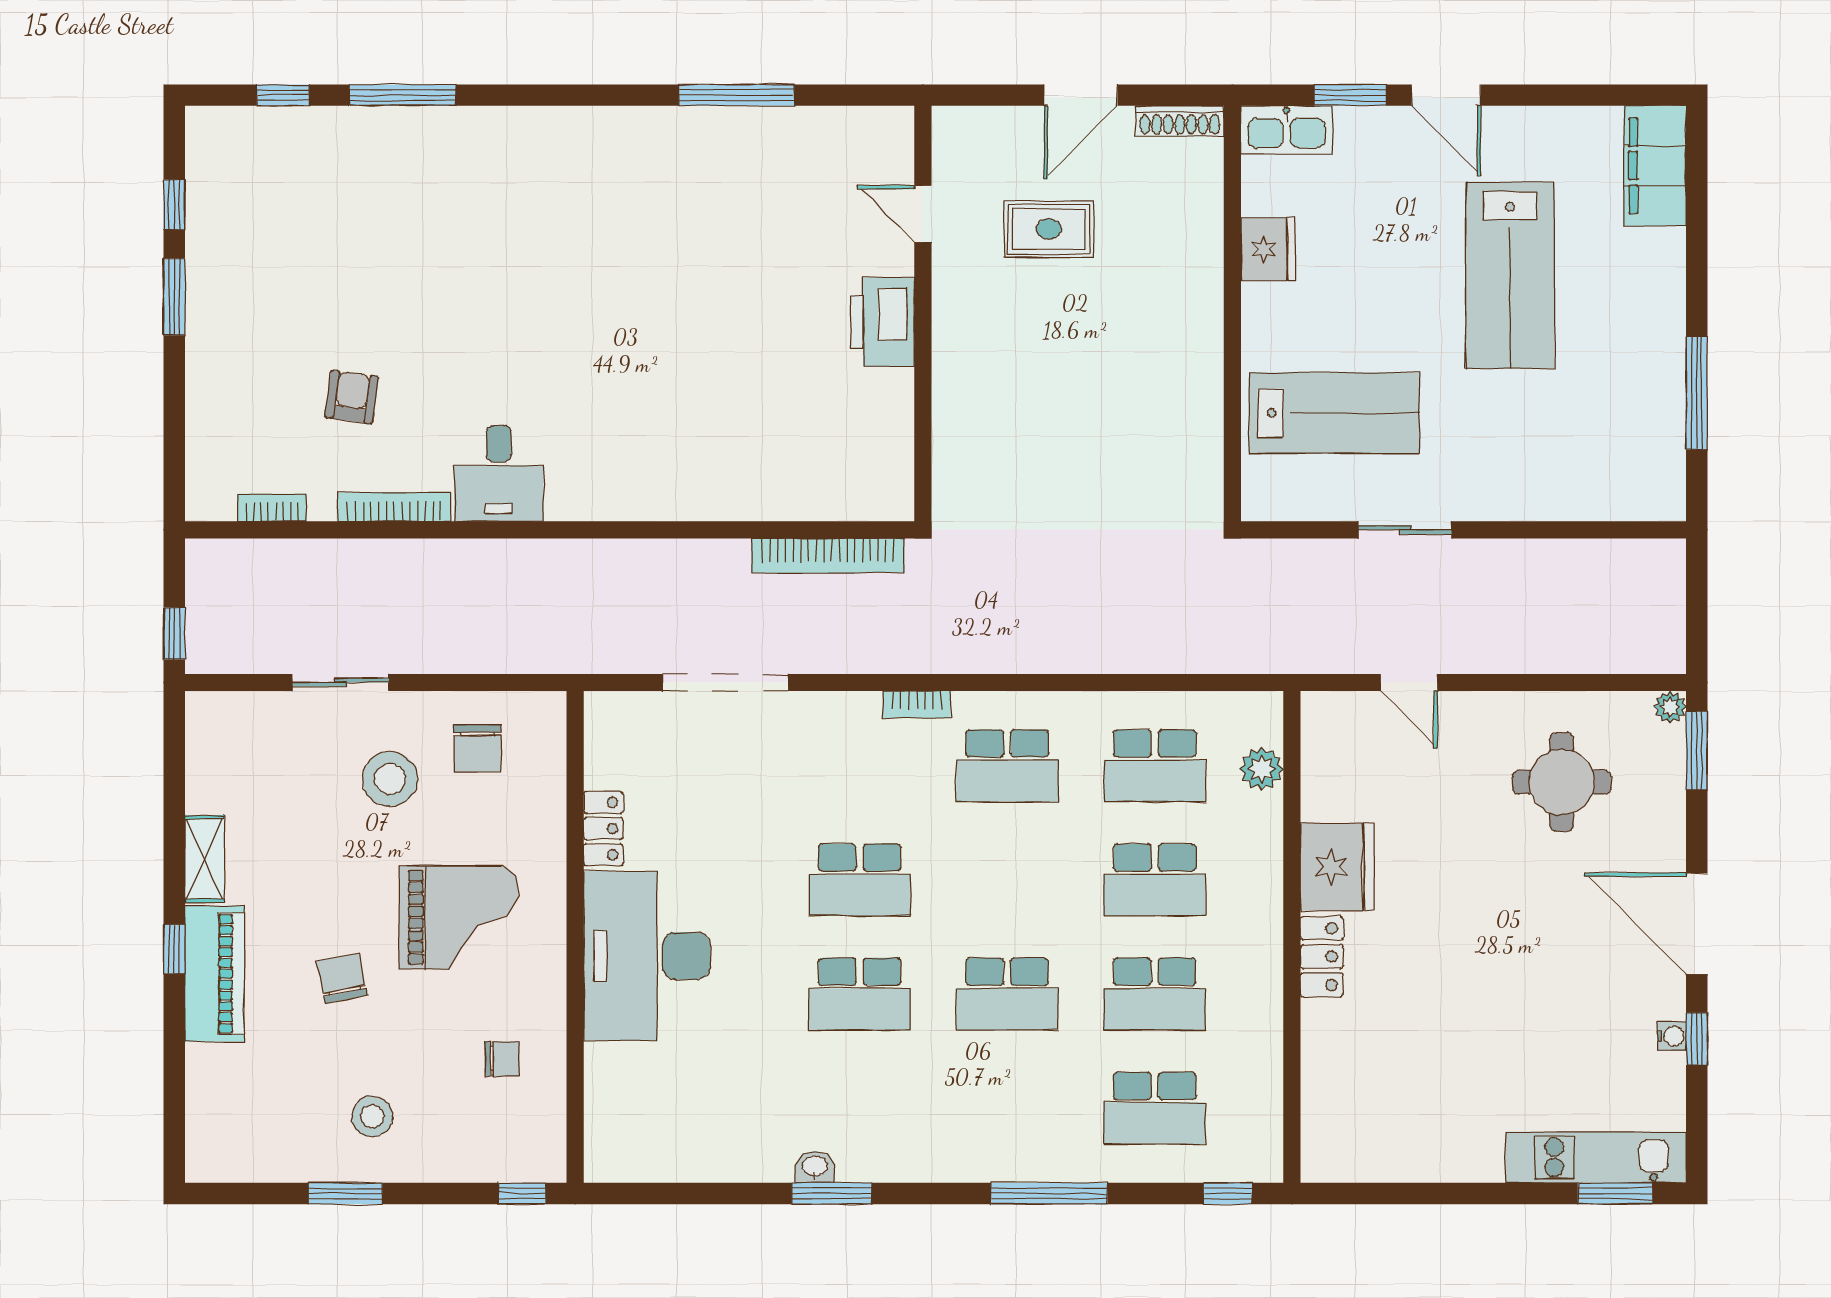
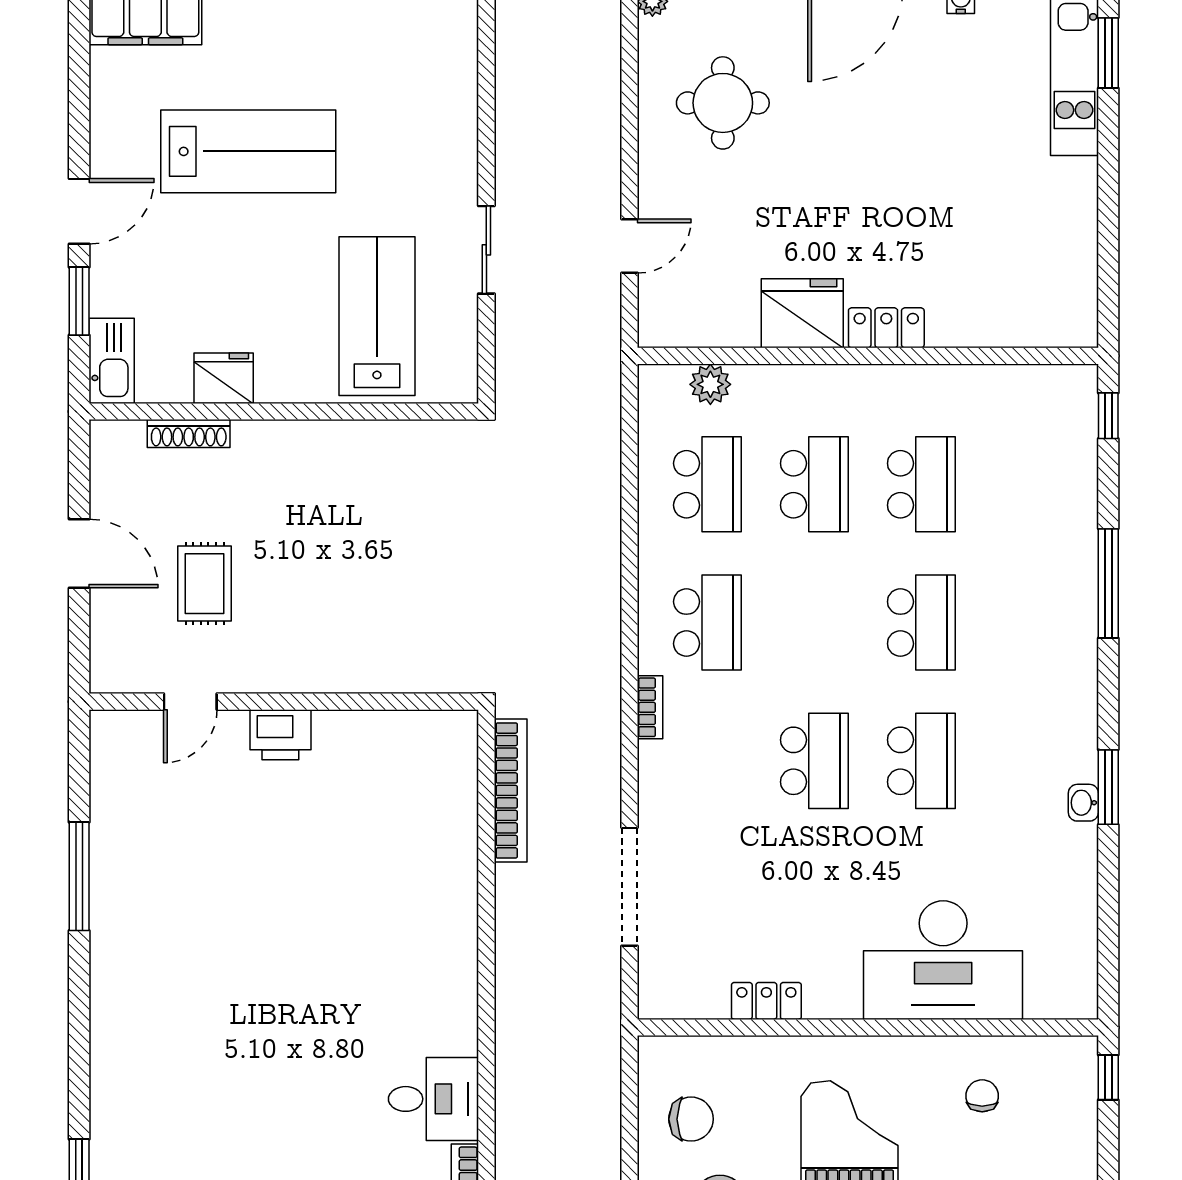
shoe rack: (1180, 121) -> (189, 434), moved, turned 90
printer: (882, 322) -> (280, 735), width x0.73, depth x0.84
desk: (647, 956) -> (943, 960), moved
school desk: (1155, 1108) -> (1028, 484), removed

